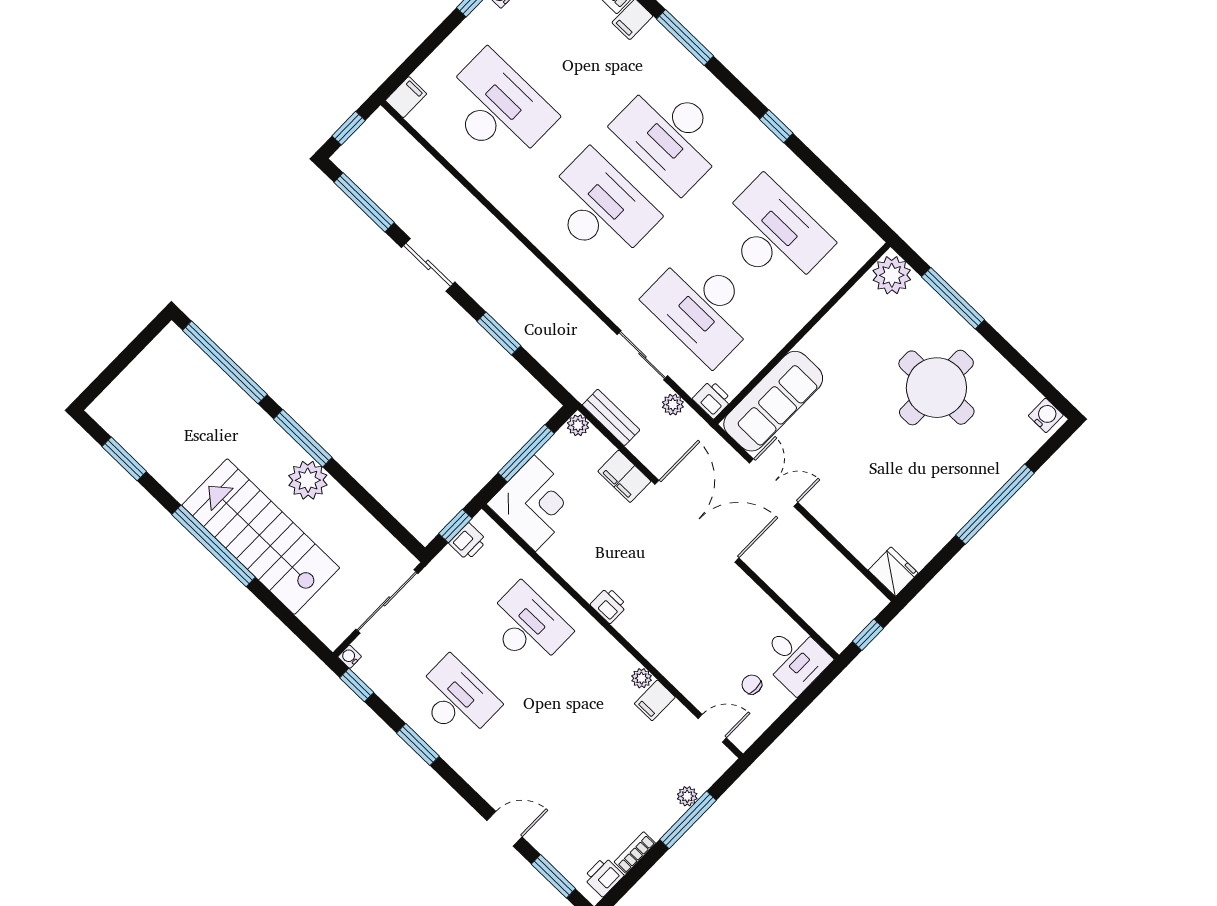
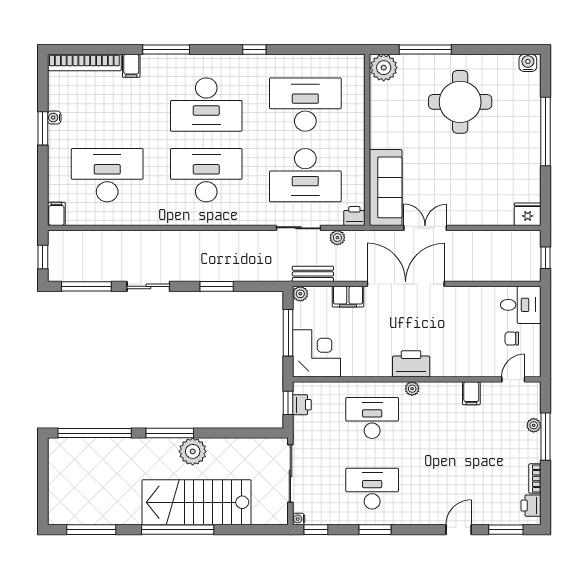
window: (124, 459) -> (91, 530), width x1.44
printer: (609, 605) -> (411, 364), width x1.87, depth x1.48
plant: (642, 678) -> (412, 389), moved

